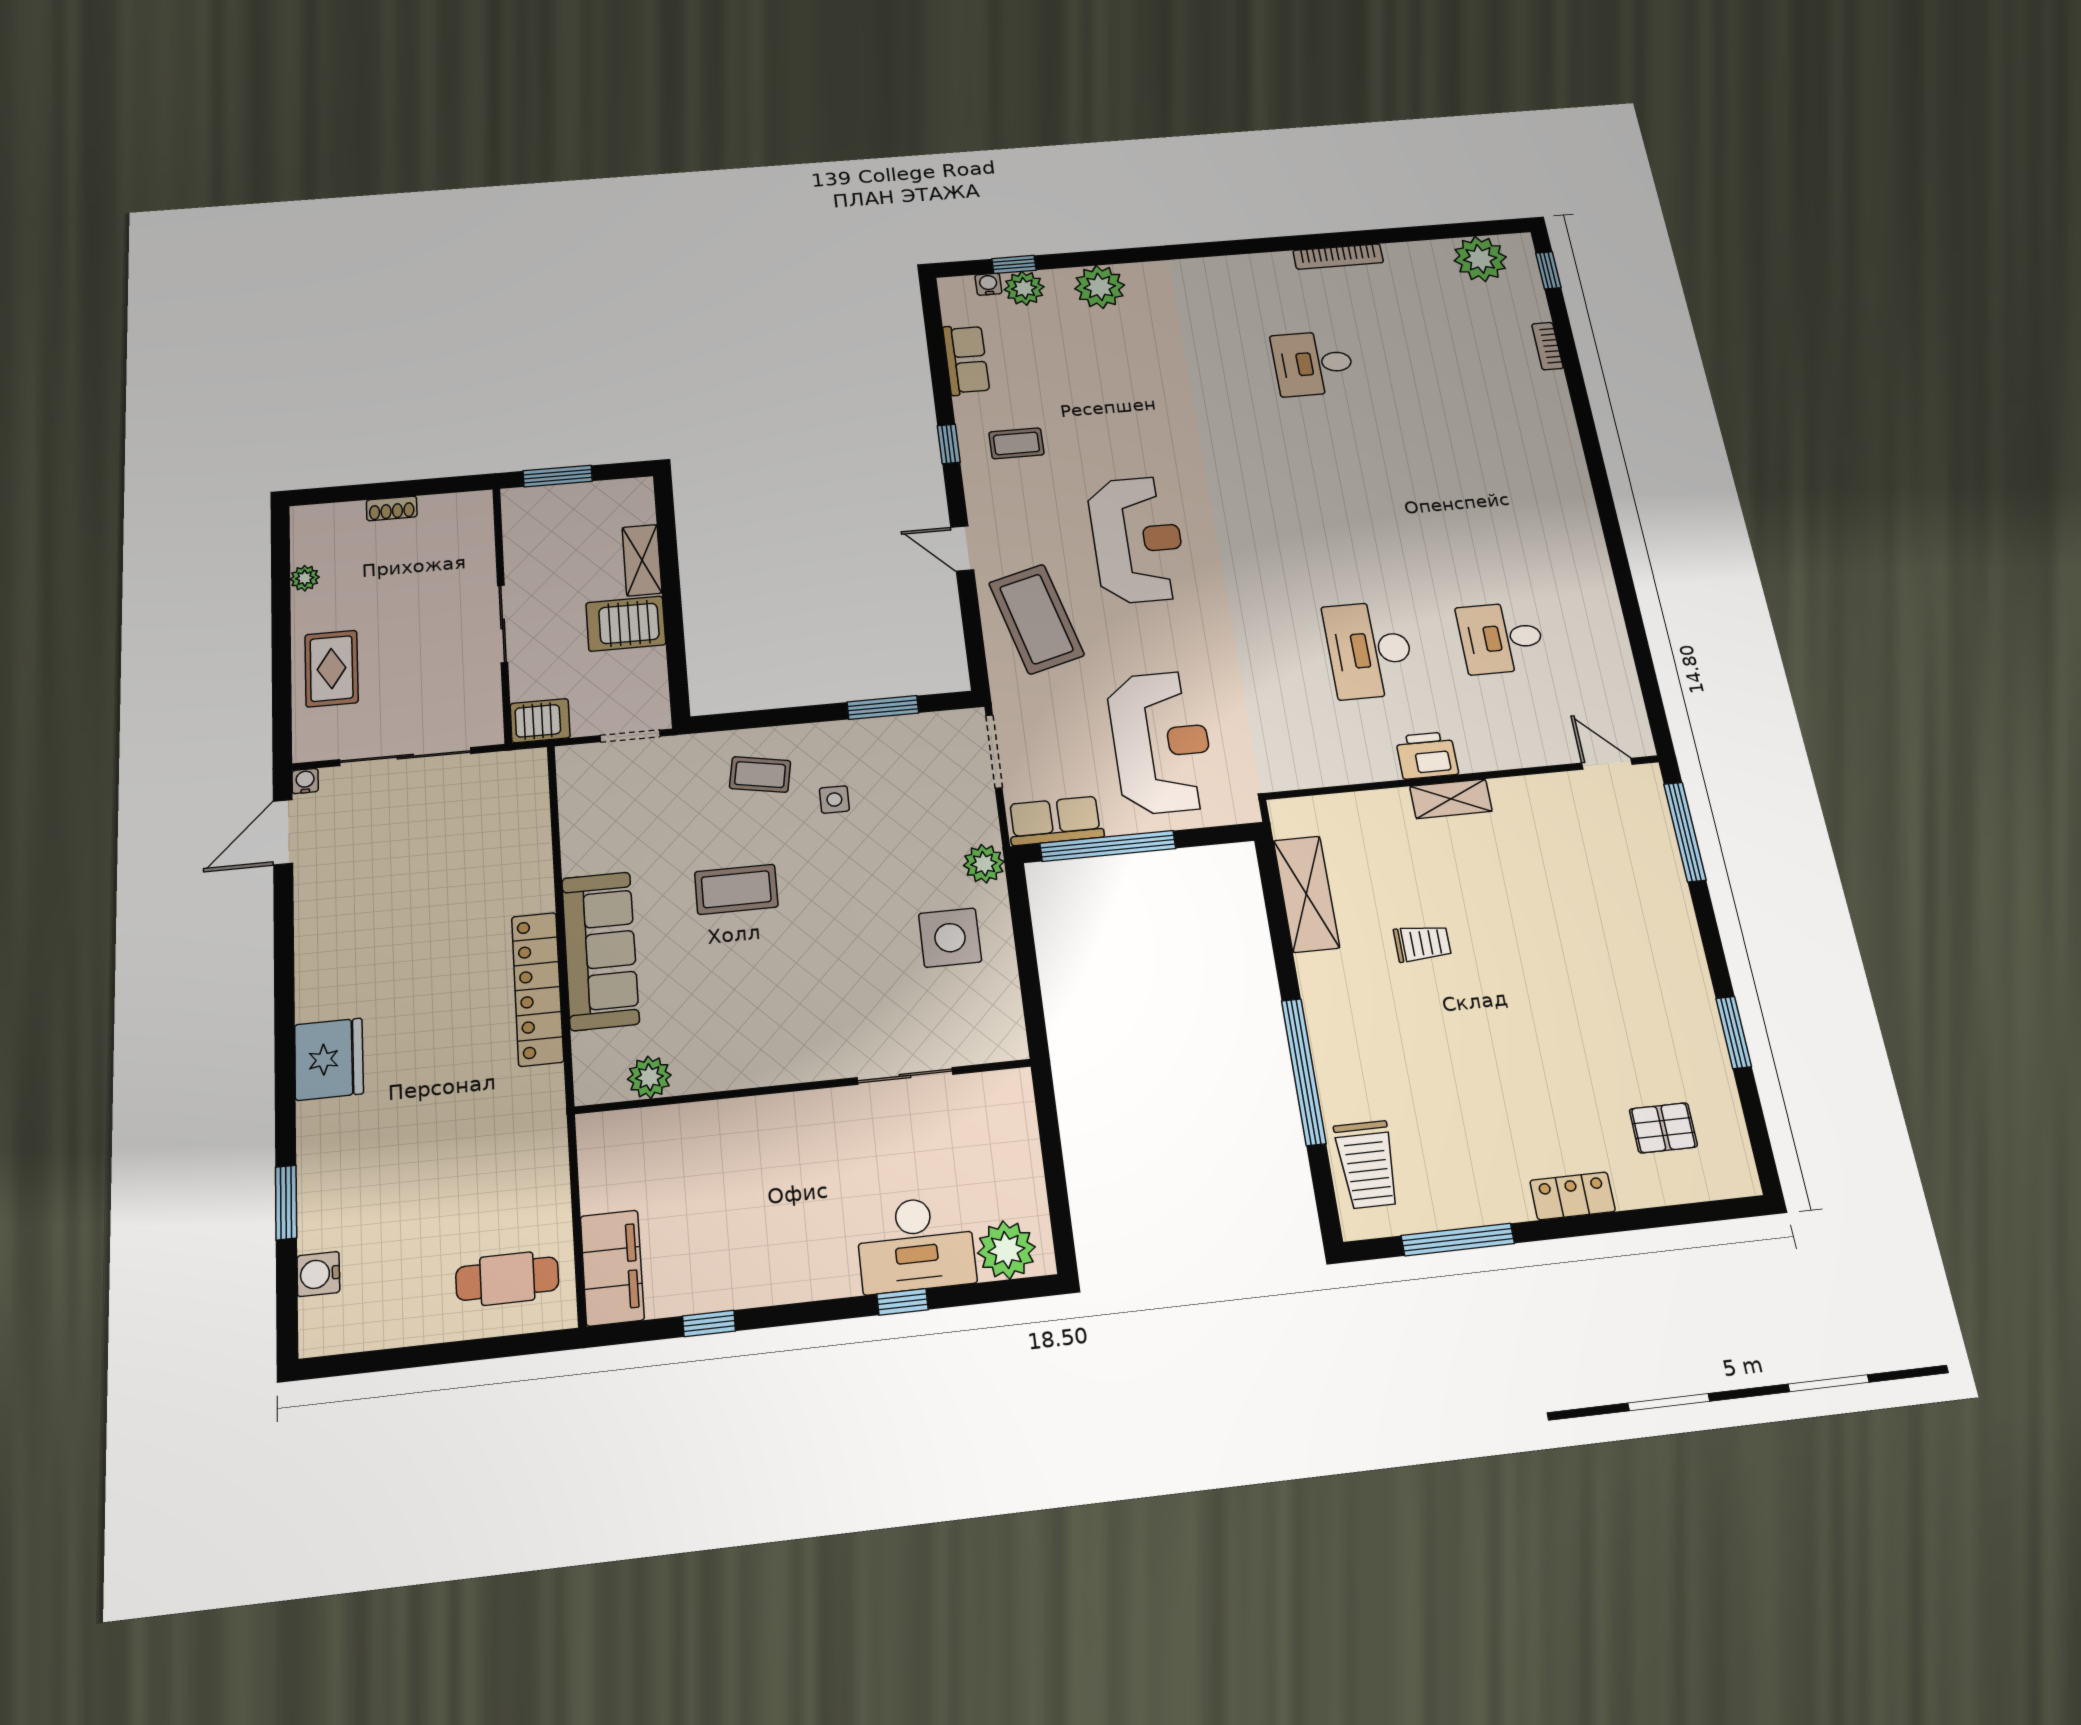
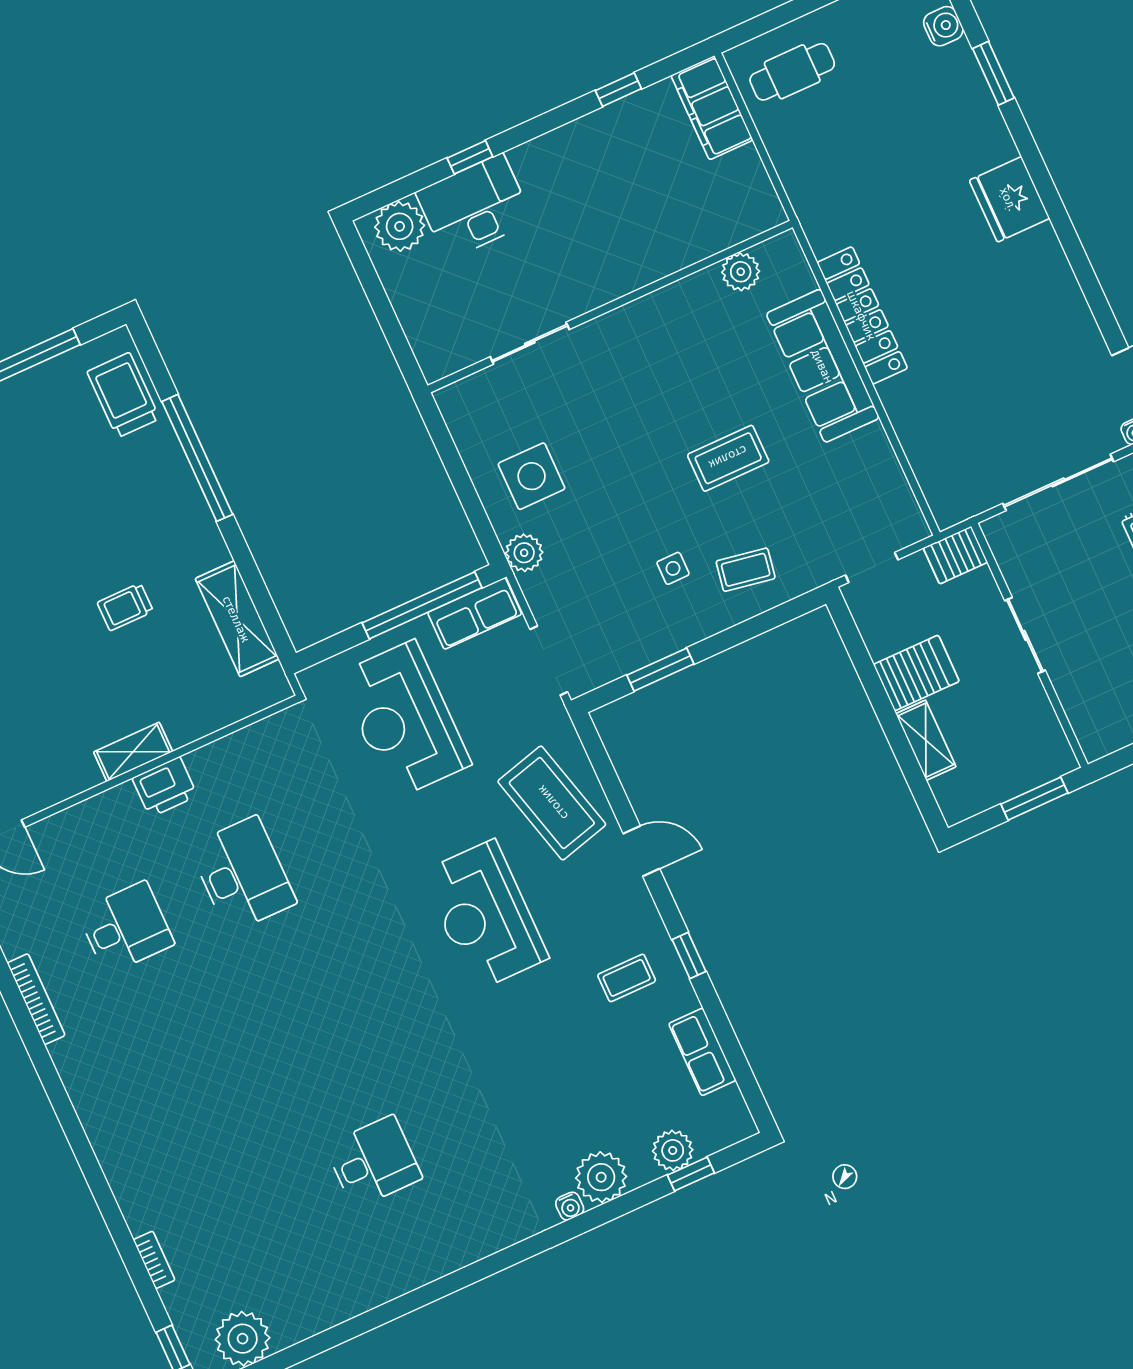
bookcase: (1338, 257) -> (36, 999), moved, turned 90
water cooler: (988, 284) -> (570, 1206), moved

